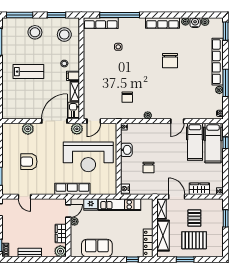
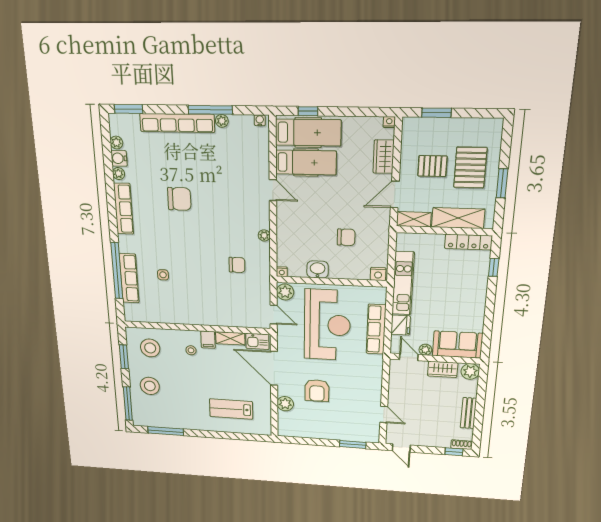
row of seats: (101, 23) -> (129, 278), moved
lab bench: (28, 72) -> (231, 409), moved, turned -90
plant: (77, 129) -> (285, 292), moved
armchair: (29, 162) -> (317, 391), moved
row of seats: (72, 189) -> (376, 329), moved
door: (24, 197) -> (384, 414), hinge flipped
sofa: (97, 248) -> (458, 345), moved, turned 90

